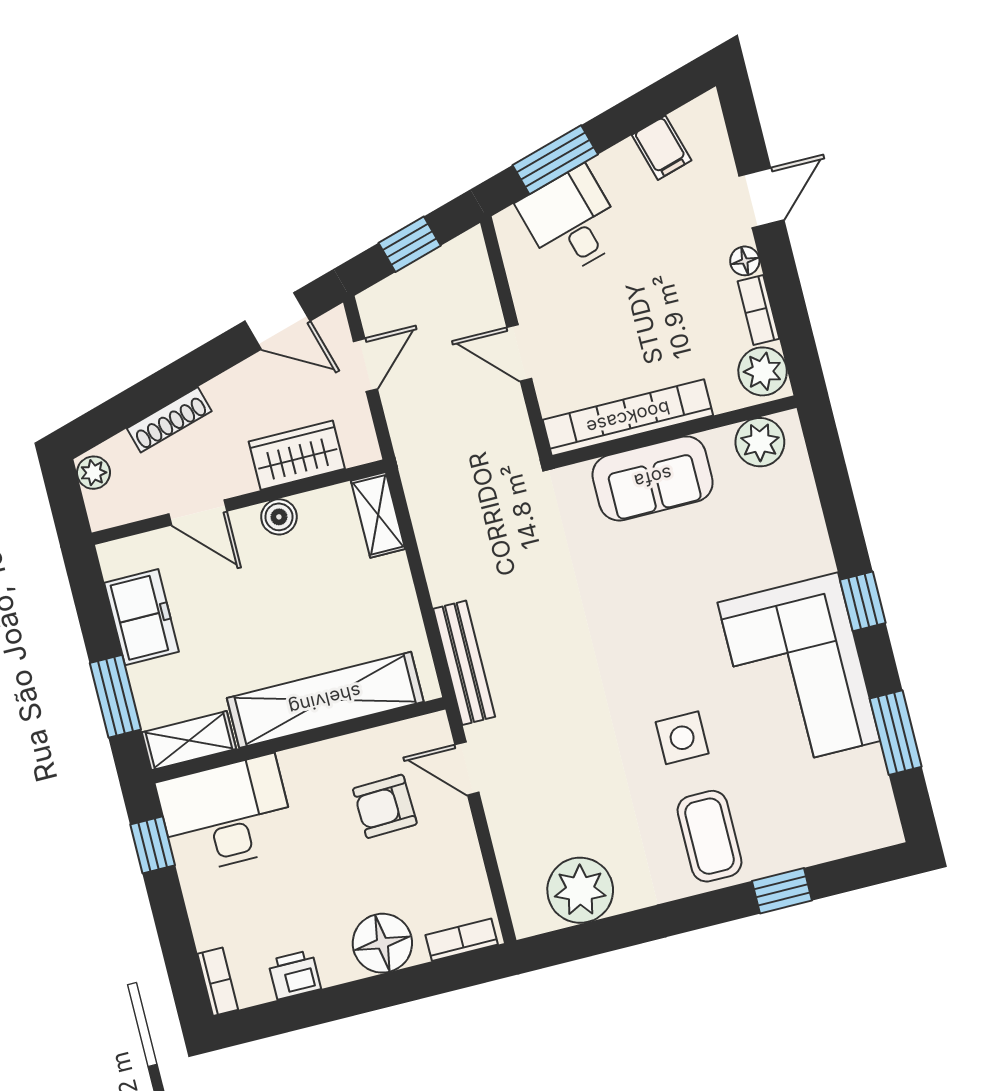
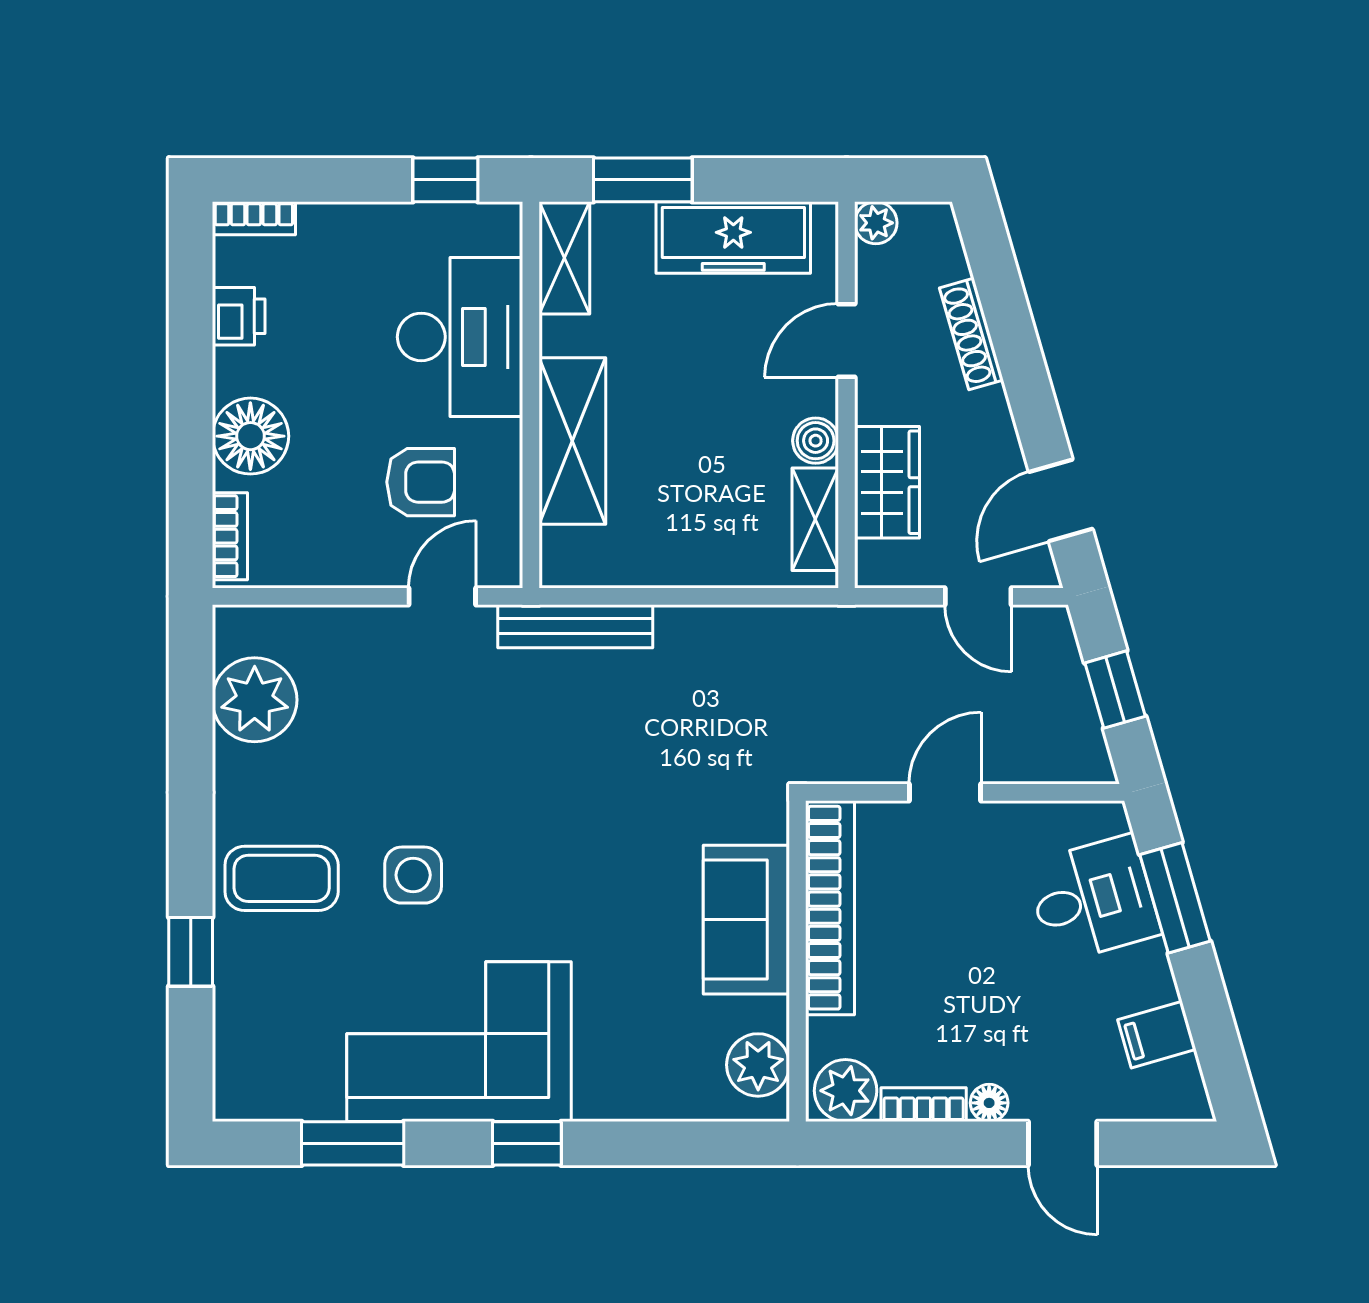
plant: (93, 473) -> (876, 223), moved
shelving: (378, 515) -> (815, 519), moved, turned 90
freezer: (142, 617) -> (733, 238), width x1.40
shelving: (325, 700) -> (572, 441), width x0.68
armchair: (385, 806) -> (421, 482), turned 92
desk: (226, 815) -> (460, 337), moved

